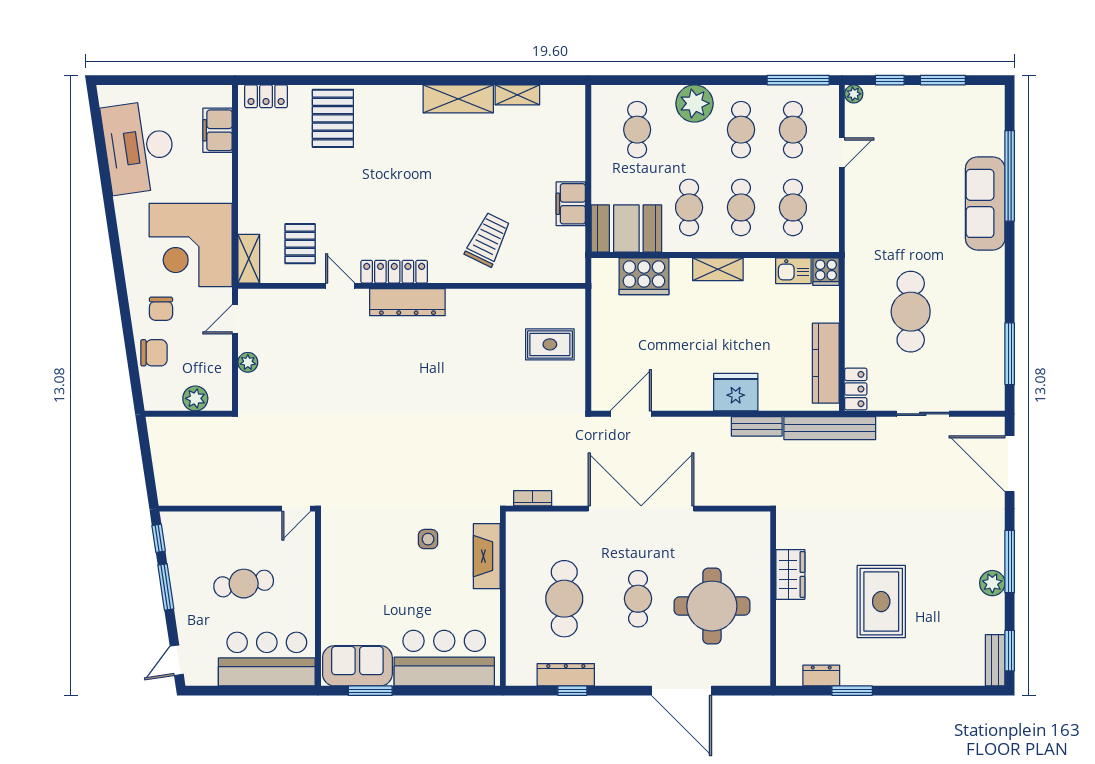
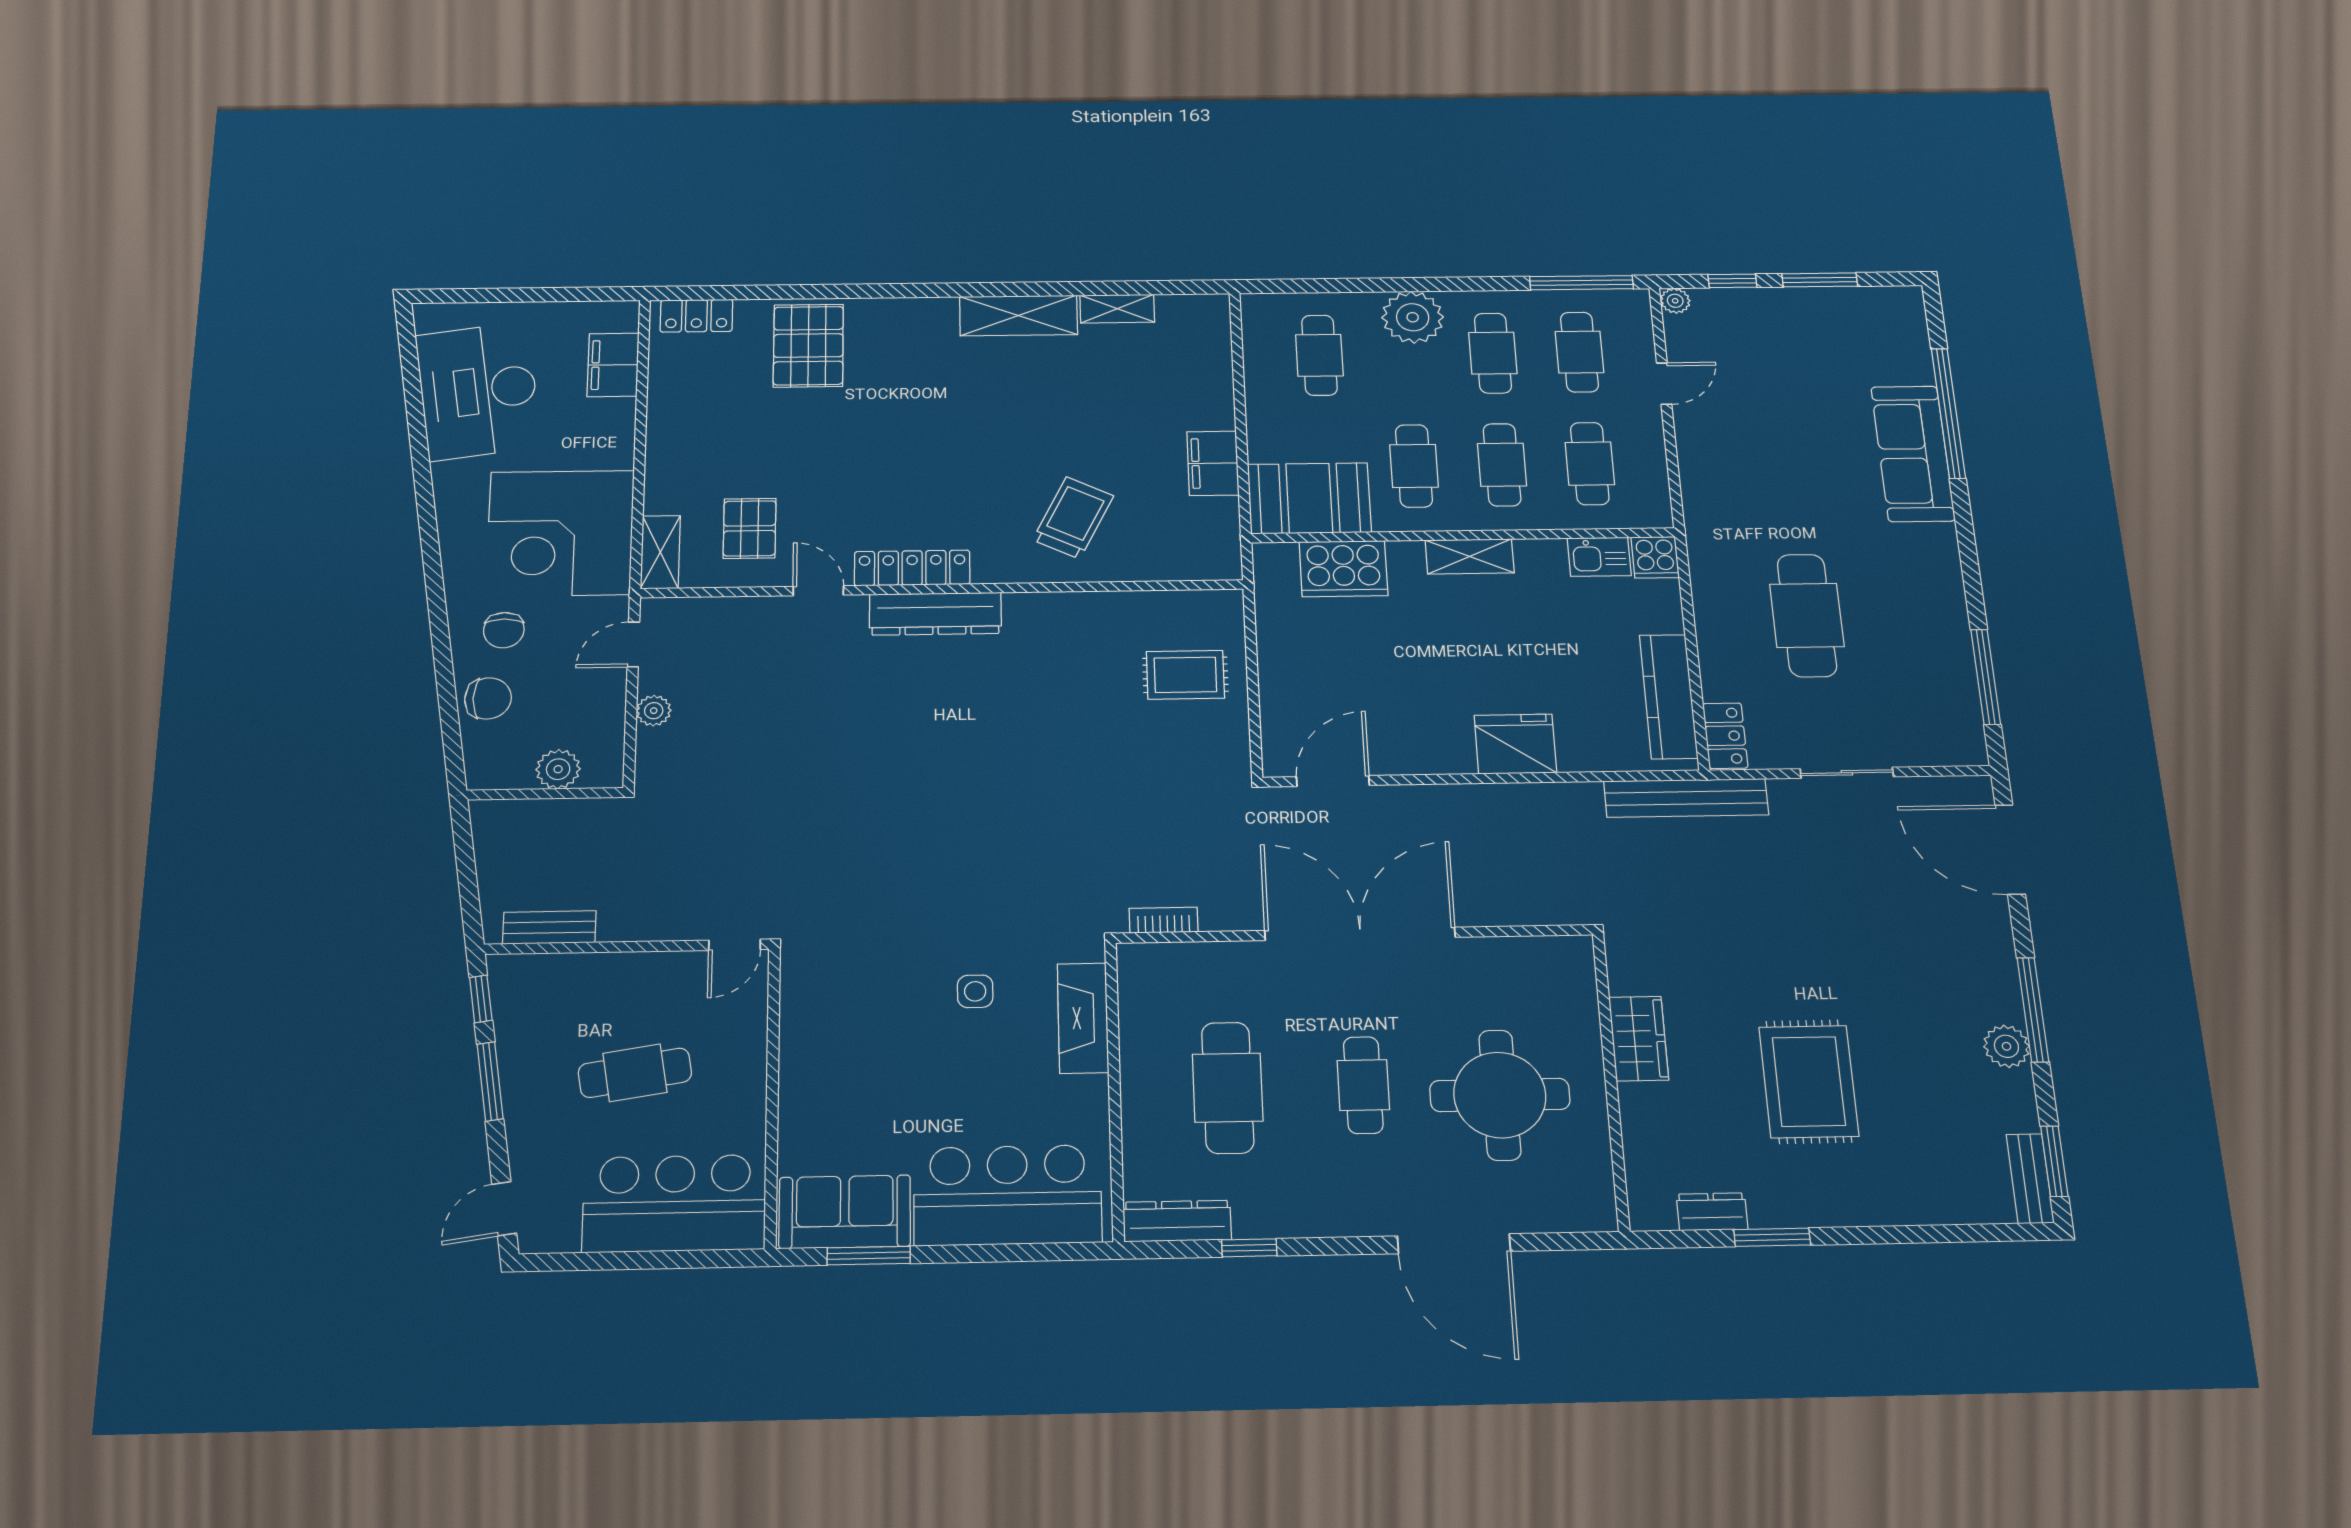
bench: (757, 426) -> (549, 927), moved
dresser: (566, 675) -> (1177, 1221), moved

